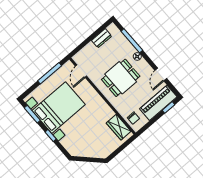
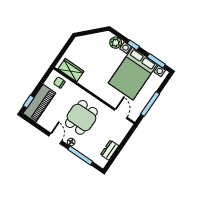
door: (161, 74) -> (55, 138), moved
plant: (67, 143) -> (116, 43), added

